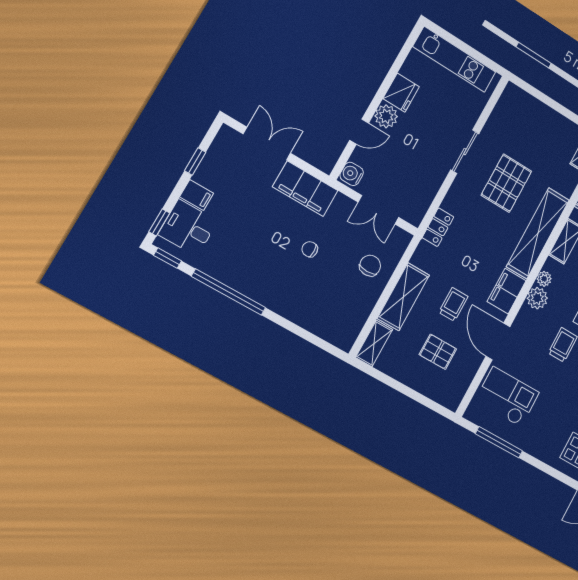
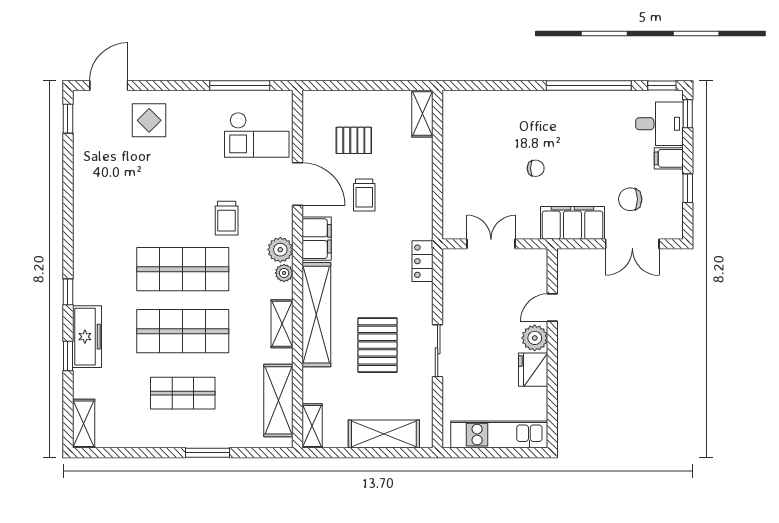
water cooler: (352, 174) -> (537, 263), removed
chair: (370, 266) -> (630, 199), moved, turned 90
shelving: (403, 297) -> (384, 434), moved, turned 90

